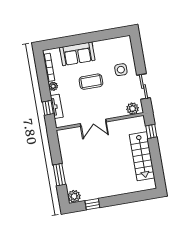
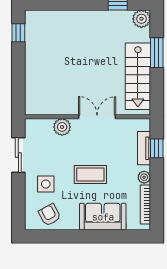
armchair: (115, 49) -> (50, 215), added
plant: (133, 109) -> (62, 127), moved
window: (151, 131) -> (18, 33), moved
stairs: (142, 156) -> (138, 76), moved, turned 180

